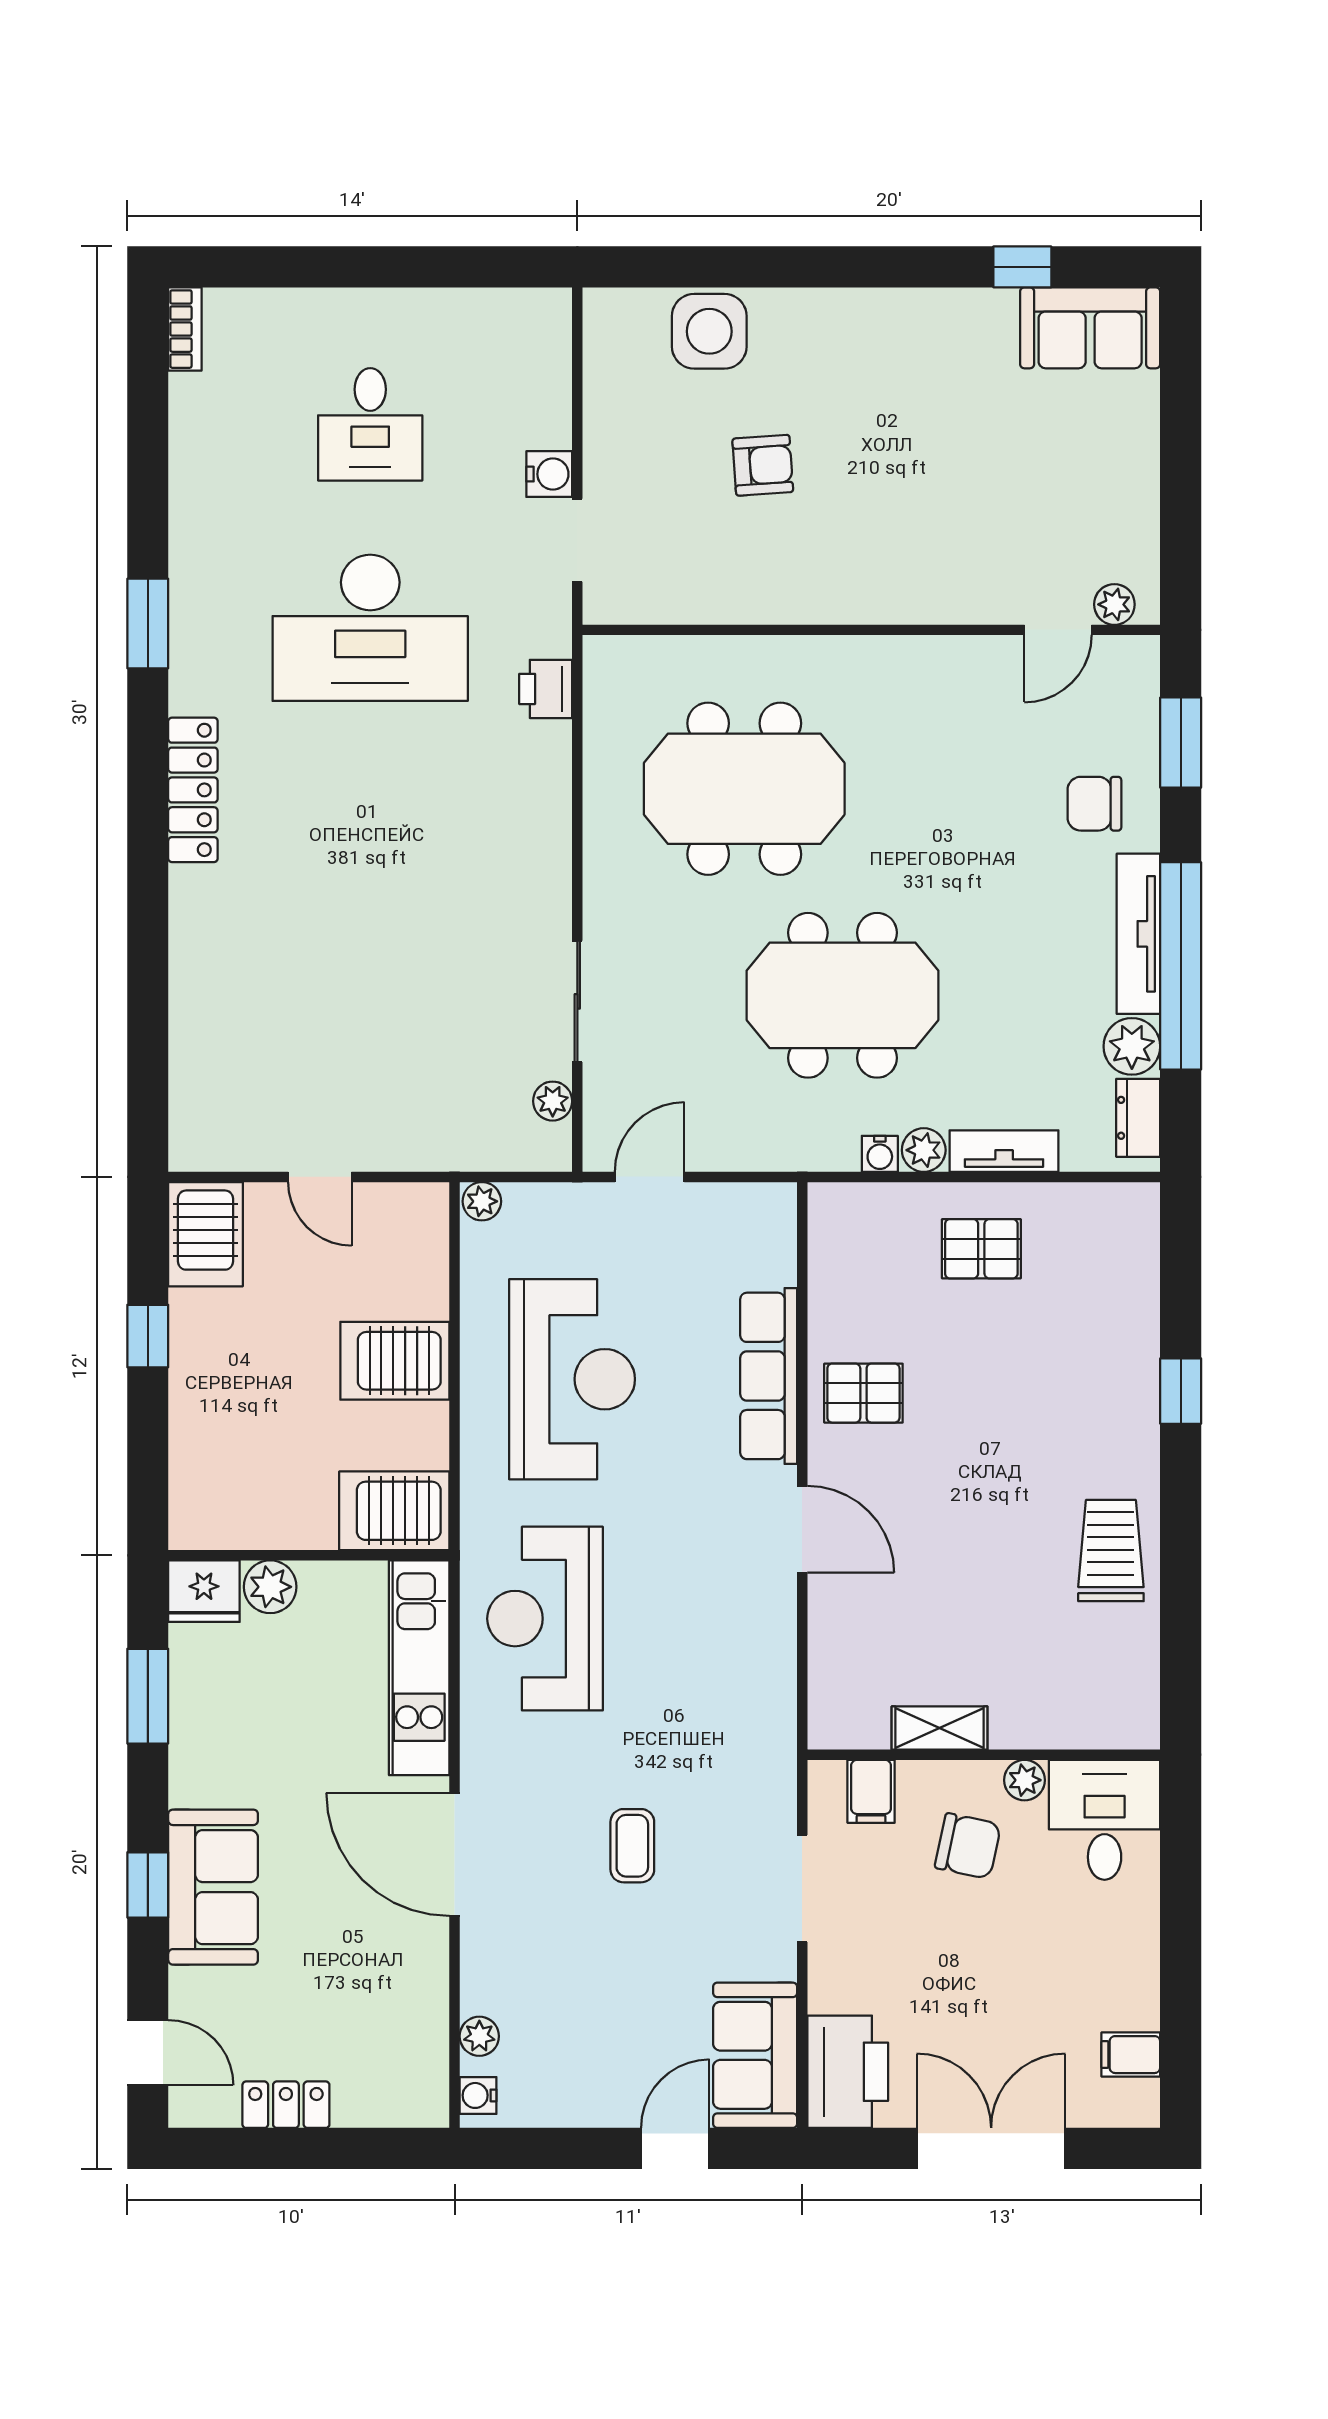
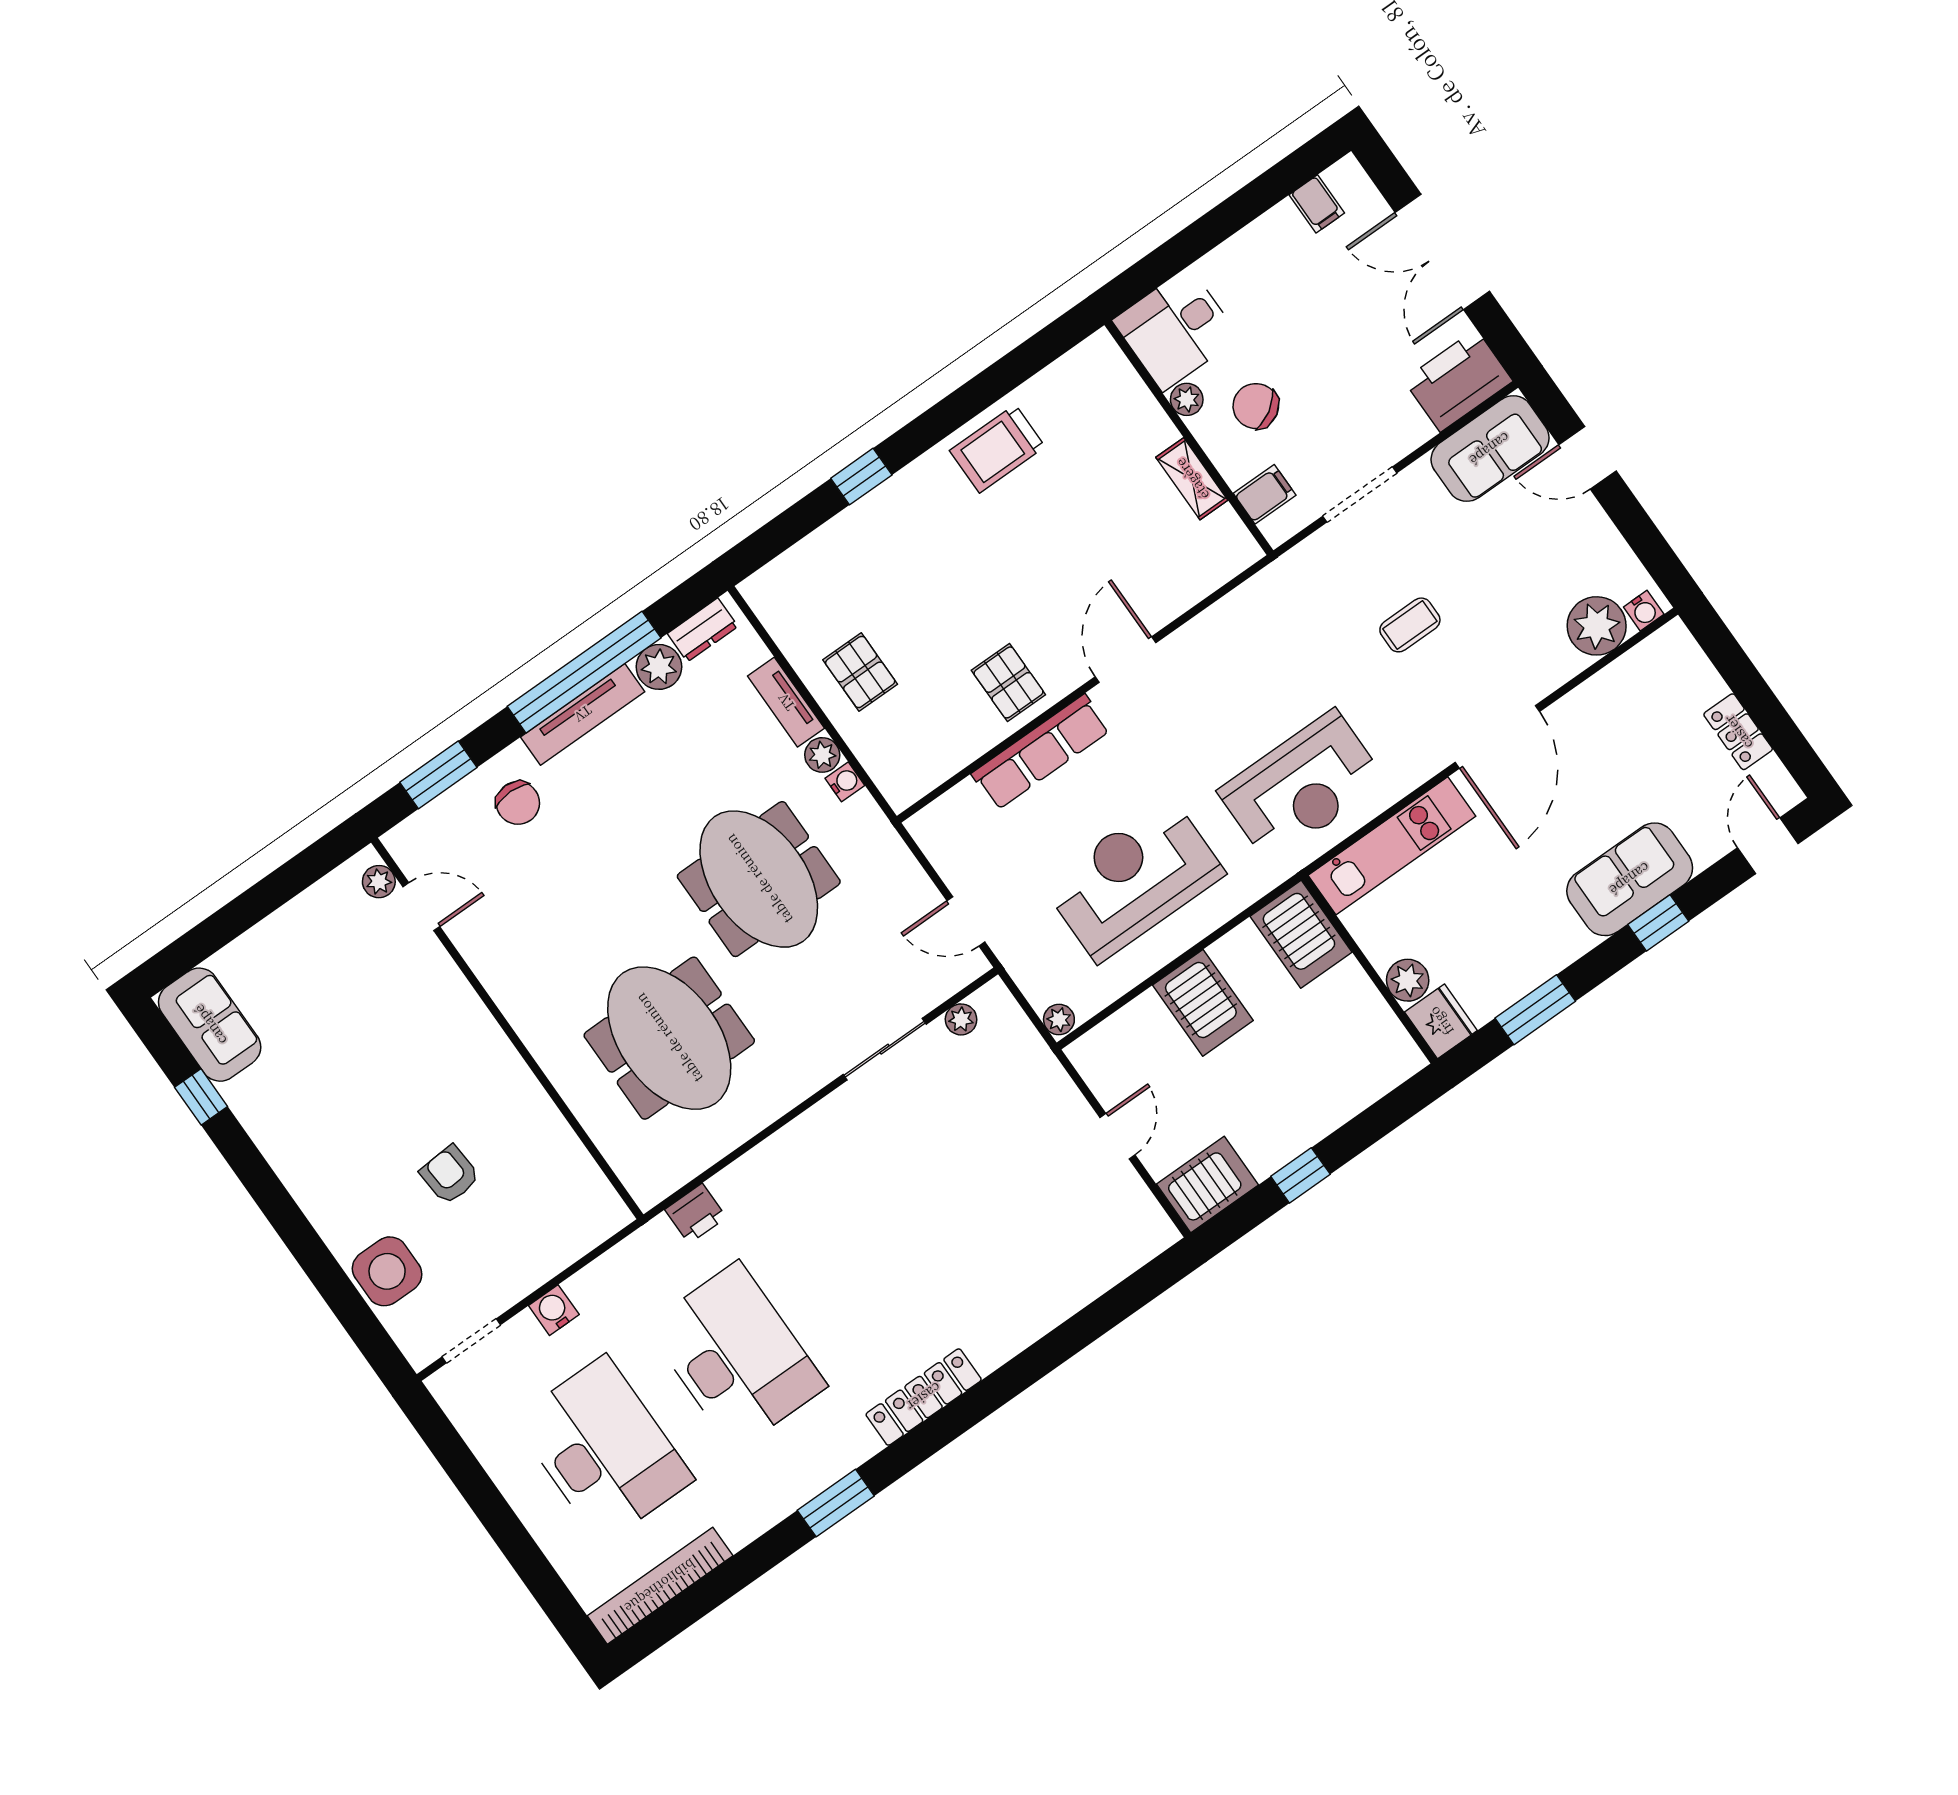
bookcase: (185, 329) -> (660, 1586), width x2.31, depth x1.31
desk: (370, 424) -> (604, 1450), width x1.87, depth x1.30
doorway: (577, 540) -> (471, 1341), moved
chair: (968, 1846) -> (1256, 406), turned -44
plant: (479, 2036) -> (1597, 626), width x1.88, depth x1.88

